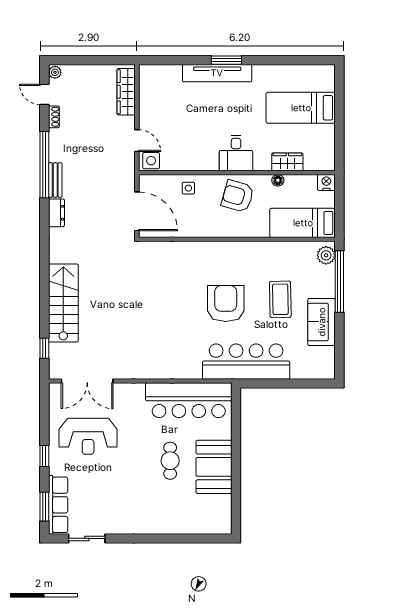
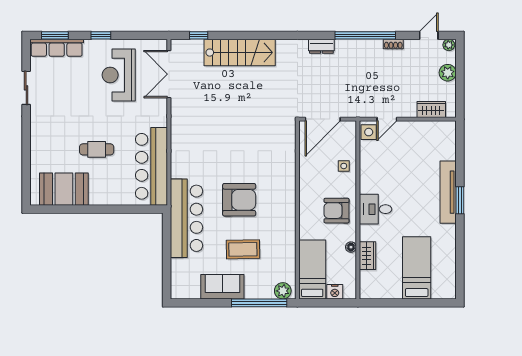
plant: (86, 74) -> (448, 73), added
wardrobe: (126, 92) -> (431, 110), width x0.67
shoe rack: (54, 117) -> (393, 44), moved
bench: (55, 180) -> (351, 45), removed
nightstand: (326, 182) -> (335, 292), moved, turned 90
armchair: (238, 196) -> (337, 211), turned -106
booth: (214, 467) -> (64, 189), moved
sliding door: (87, 538) -> (26, 88), moved

